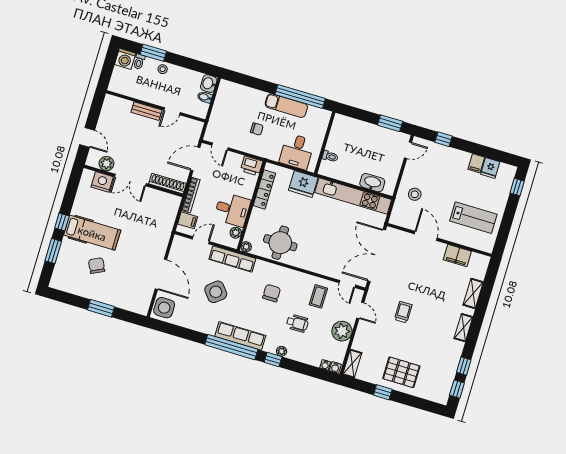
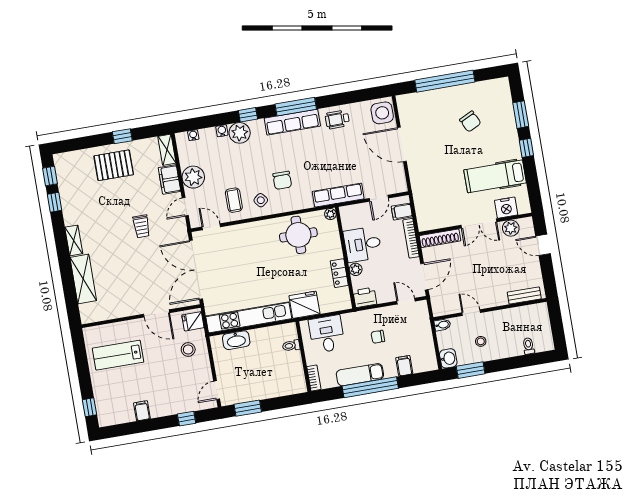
window: (153, 53) -> (471, 370), moved
washing machine: (125, 59) -> (544, 342), removed
stool: (163, 69) -> (481, 341), moved
filing cabinet: (247, 95) -> (404, 366), added
window: (300, 96) -> (370, 387), moved
bidet: (205, 97) -> (442, 325), moved
bench: (146, 111) -> (524, 296), moved
door: (172, 111) -> (471, 313), hinge flipped
bookcase: (325, 121) -> (314, 378), added
fridge: (490, 168) -> (193, 321), moved, turned -90
double door: (130, 180) -> (479, 224), swing flipped
locker: (264, 189) -> (339, 273), width x0.66
hospital bed: (92, 233) -> (495, 176), moved
plant: (236, 233) -> (356, 269), moved
double door: (377, 255) -> (196, 270), swing flipped
filing cabinet: (457, 256) -> (169, 179), moved, turned -90
side table: (216, 292) -> (261, 200), moved, width x0.54, depth x0.54
shelving: (473, 293) -> (83, 279), width x1.50, depth x1.33
window: (101, 308) -> (445, 81), width x2.11
door: (360, 310) -> (185, 207), hinge flipped
wheelchair: (297, 323) -> (337, 119), moved
window: (231, 347) -> (296, 107), width x0.68
plant: (282, 351) -> (240, 133), width x1.88, depth x1.88
water cooler: (335, 367) -> (222, 131), moved

